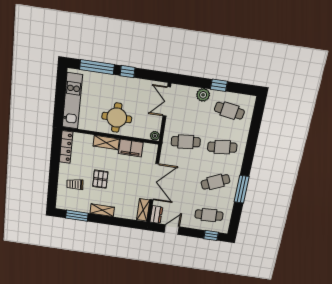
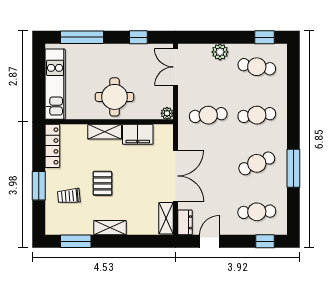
window: (128, 72) -> (138, 37), moved
window: (219, 85) -> (264, 37), moved
window: (54, 174) -> (39, 186), added

